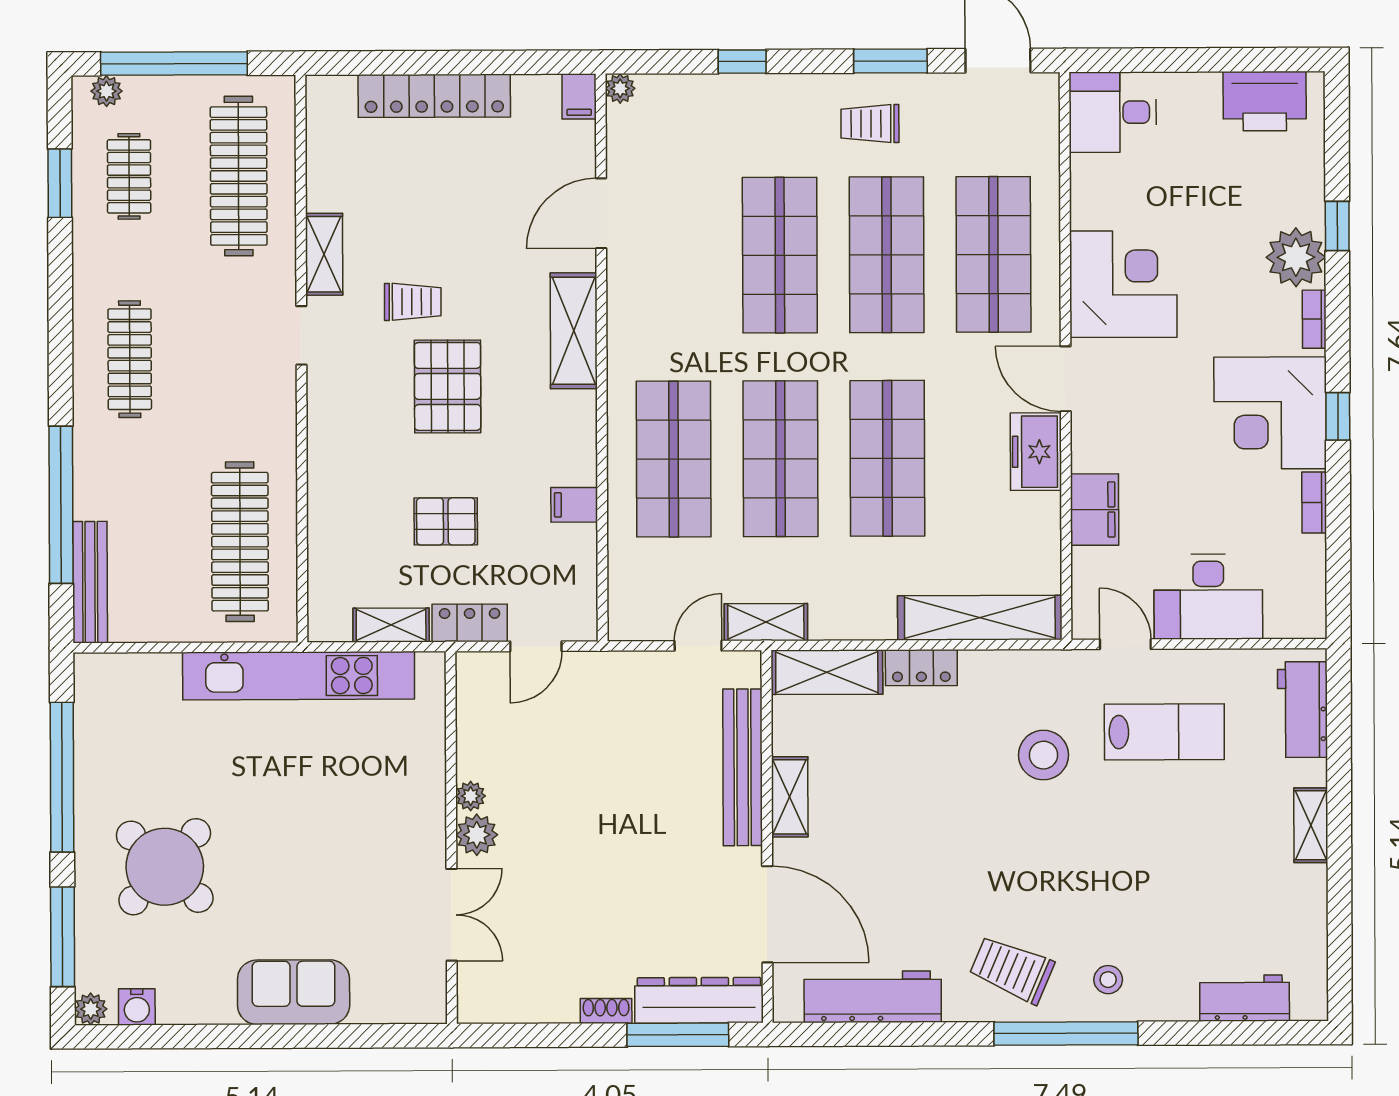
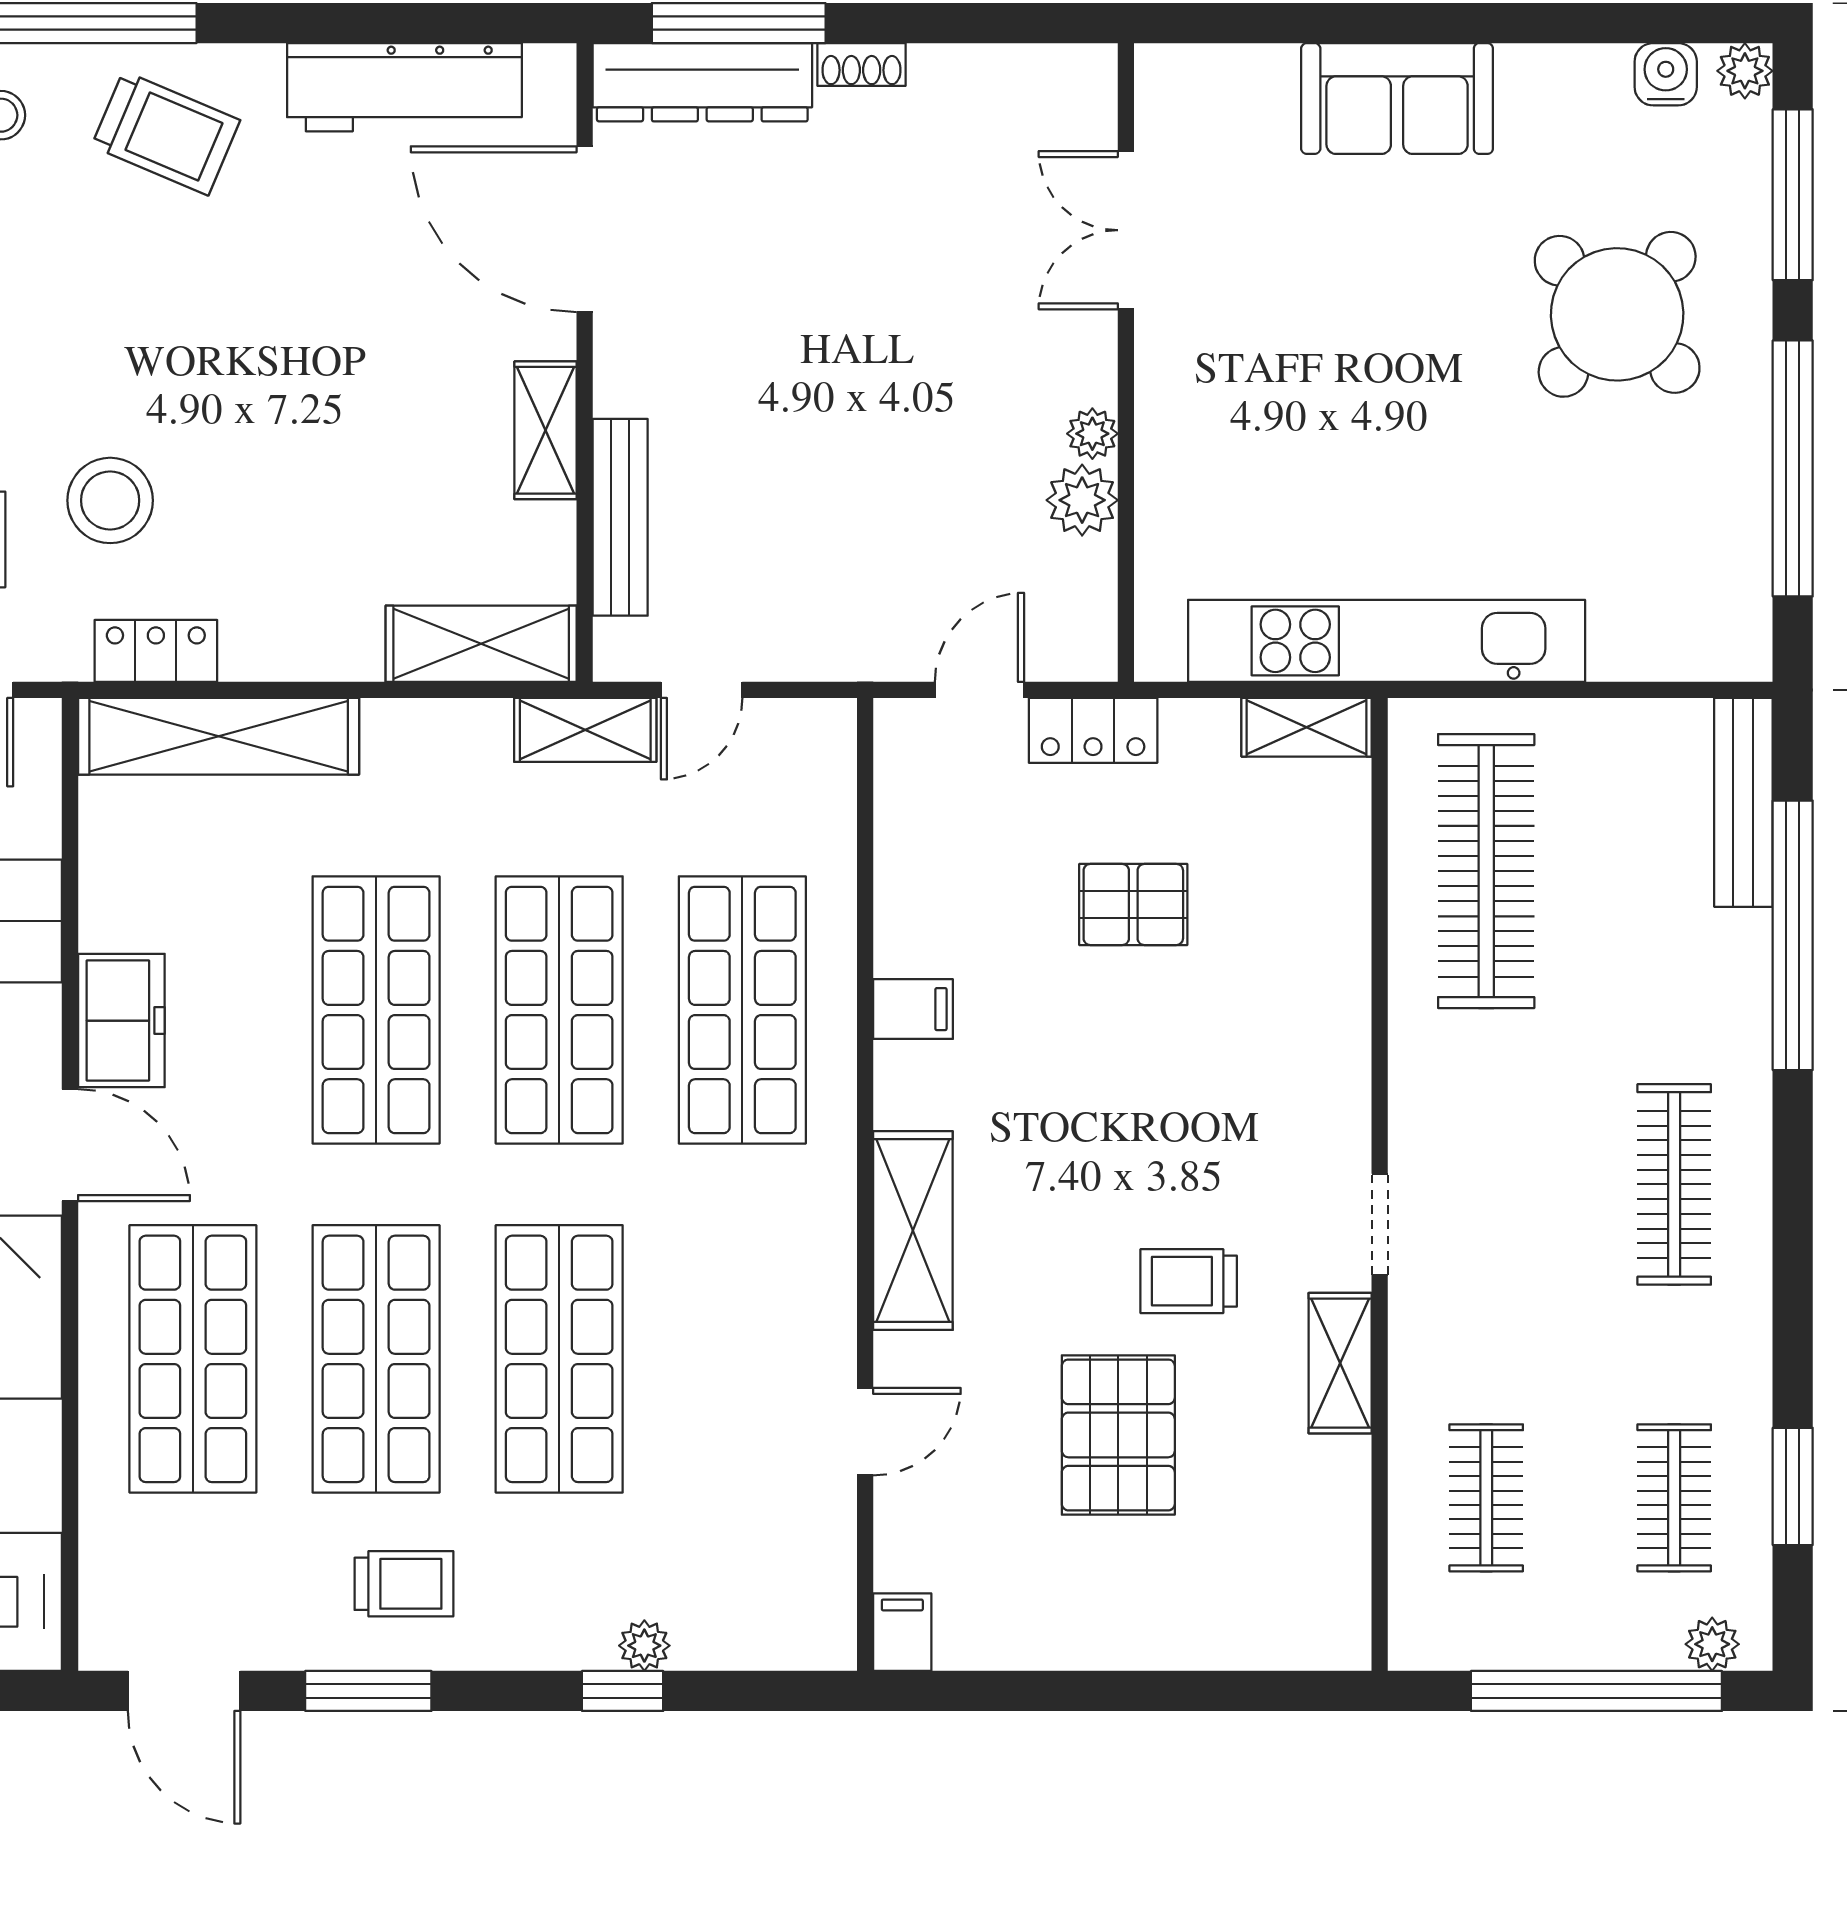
plant: (620, 88) -> (644, 1646), moved
locker: (434, 96) -> (1150, 1634), removed
clothes rail: (239, 176) -> (1486, 1498), width x0.54, depth x0.76
door: (601, 213) -> (865, 1432), width x0.73
pallet: (448, 386) -> (1118, 1435), moved
filing cabinet: (574, 505) -> (913, 1009), moved
shelving: (391, 625) -> (1307, 727), moved
locker: (921, 668) -> (156, 651), moved
bench: (743, 767) -> (620, 517), width x0.73, depth x0.82
plant: (477, 835) -> (1082, 500), moved

